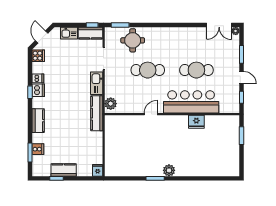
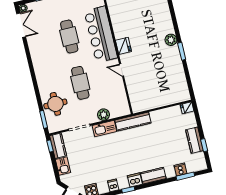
dishwasher: (38, 90) -> (135, 180), moved
plant: (111, 104) -> (104, 115), moved
fridge: (196, 122) -> (123, 46), moved

